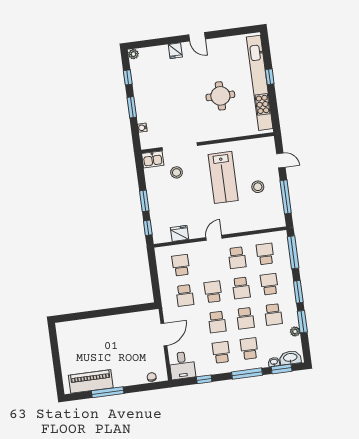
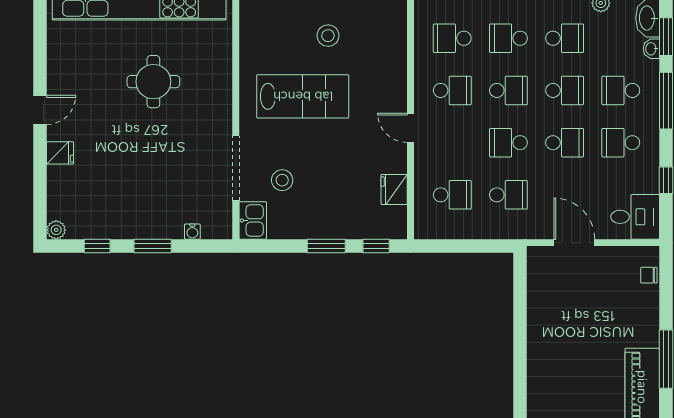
school desk: (181, 265) -> (452, 195), turned 180

